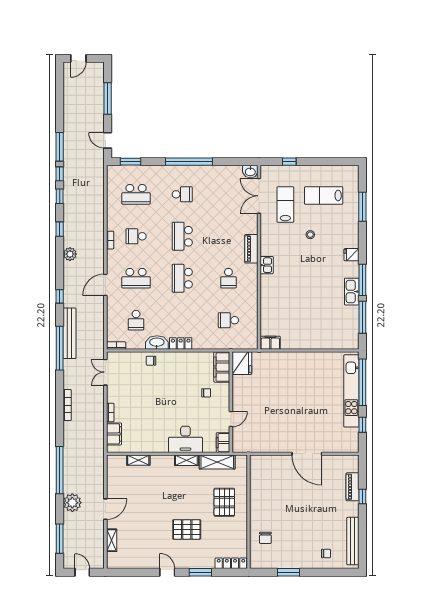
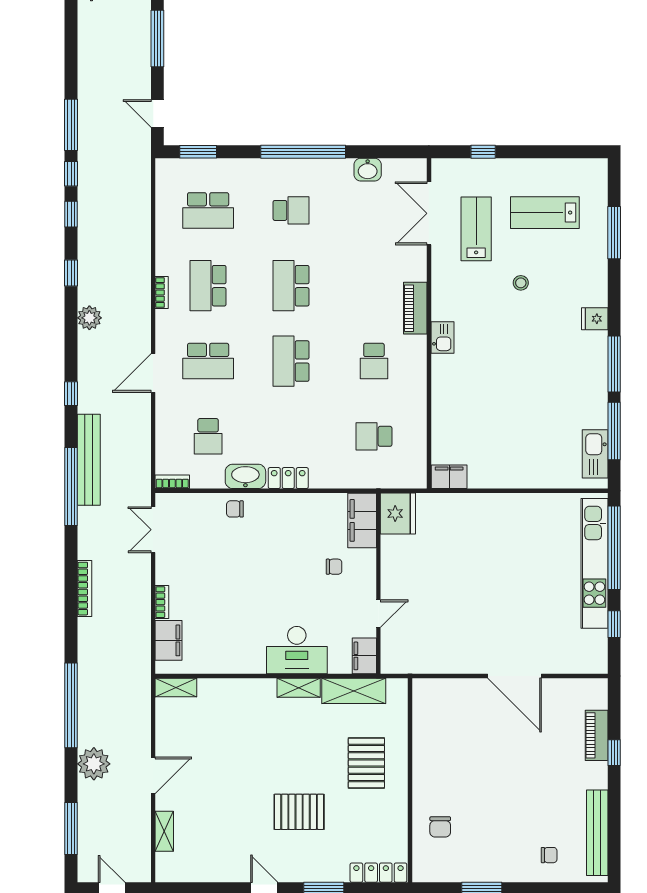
washbasin: (250, 172) -> (368, 170), moved
school desk: (136, 236) -> (208, 286), width x1.85
kitchen sink: (352, 292) -> (595, 454), moved
shelving: (138, 460) -> (176, 687), moved

